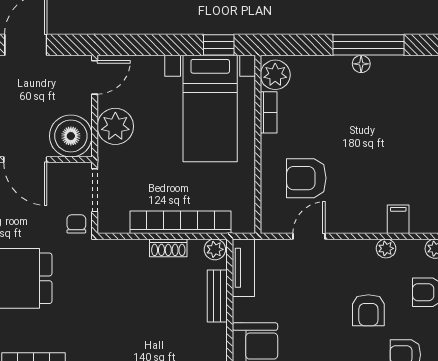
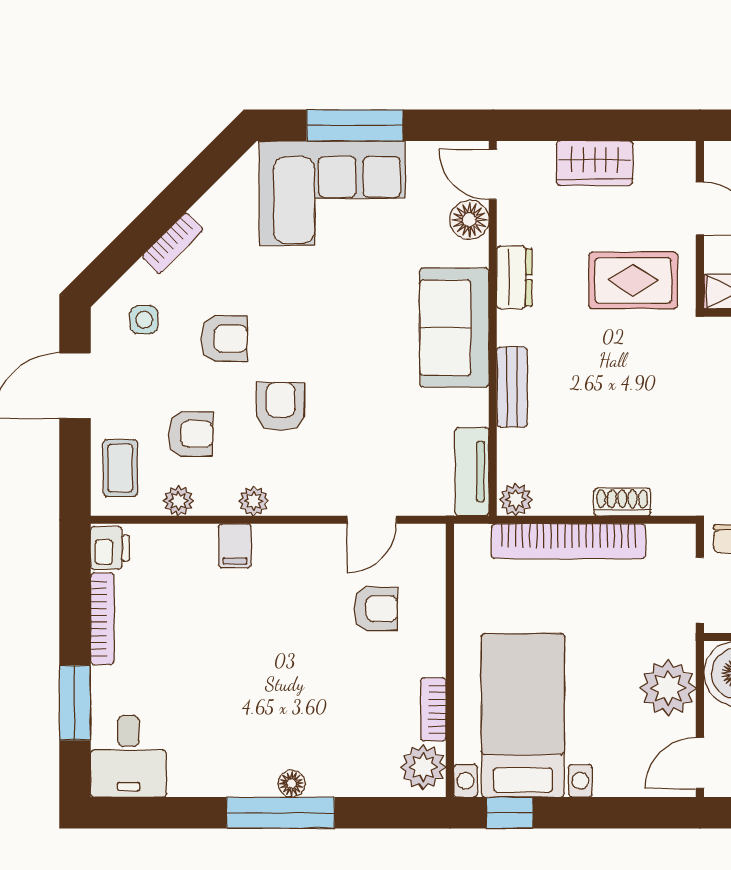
armchair: (306, 178) -> (376, 609), width x0.72, depth x0.72
shoe rack: (168, 248) -> (622, 502), moved
bench: (217, 296) -> (512, 387), moved

